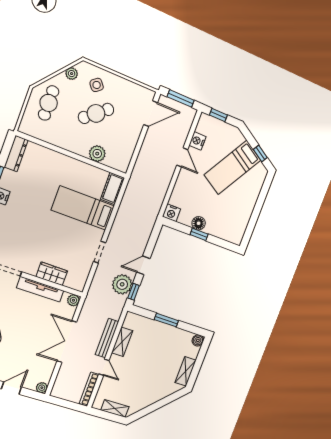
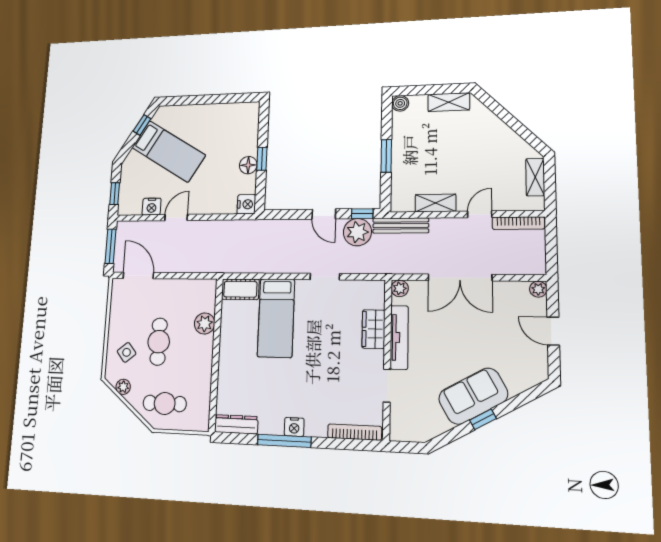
cafe table: (96, 113) -> (159, 342), turned 40
bench: (107, 338) -> (401, 226), moved

